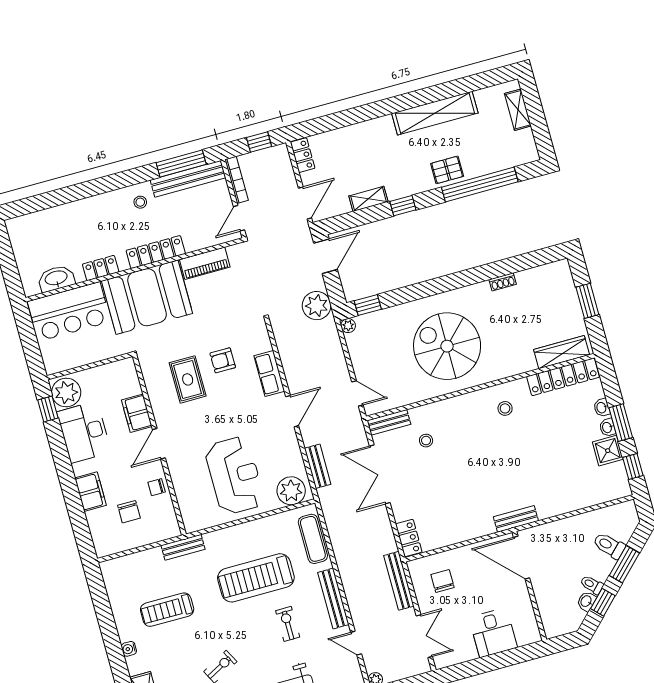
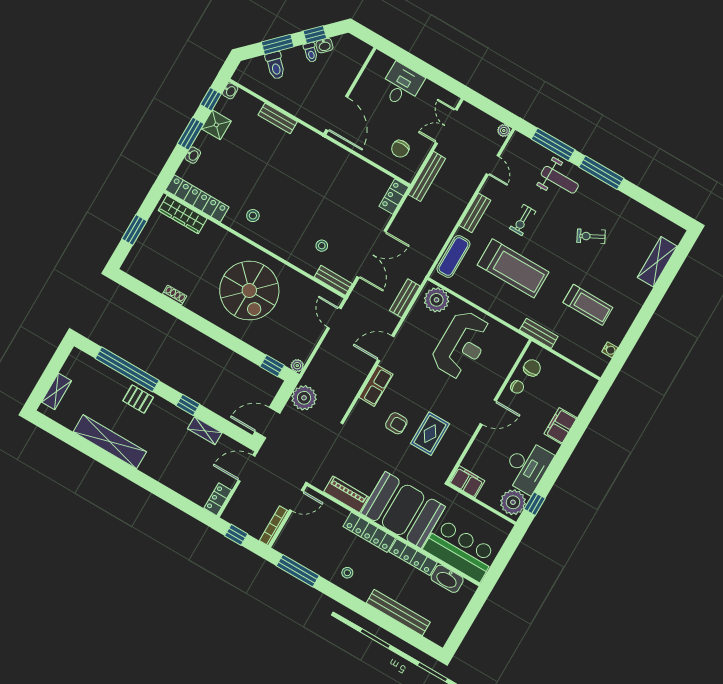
bench: (188, 179) -> (398, 612), moved
locker: (101, 268) -> (413, 557), width x1.53
filing cabinet: (137, 413) -> (467, 482), moved, turned -90
washbasin: (607, 427) -> (230, 91), moved
reception desk: (235, 475) -> (462, 345), turned 180
chair: (129, 512) -> (532, 368), moved
bench: (516, 519) -> (278, 118), moved
bench: (333, 599) -> (475, 213), width x0.73
water cooler: (129, 649) -> (610, 350), moved

